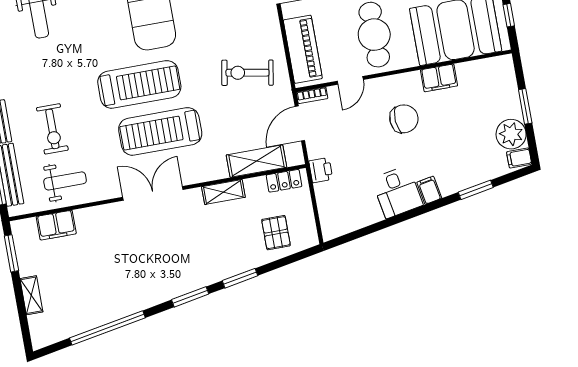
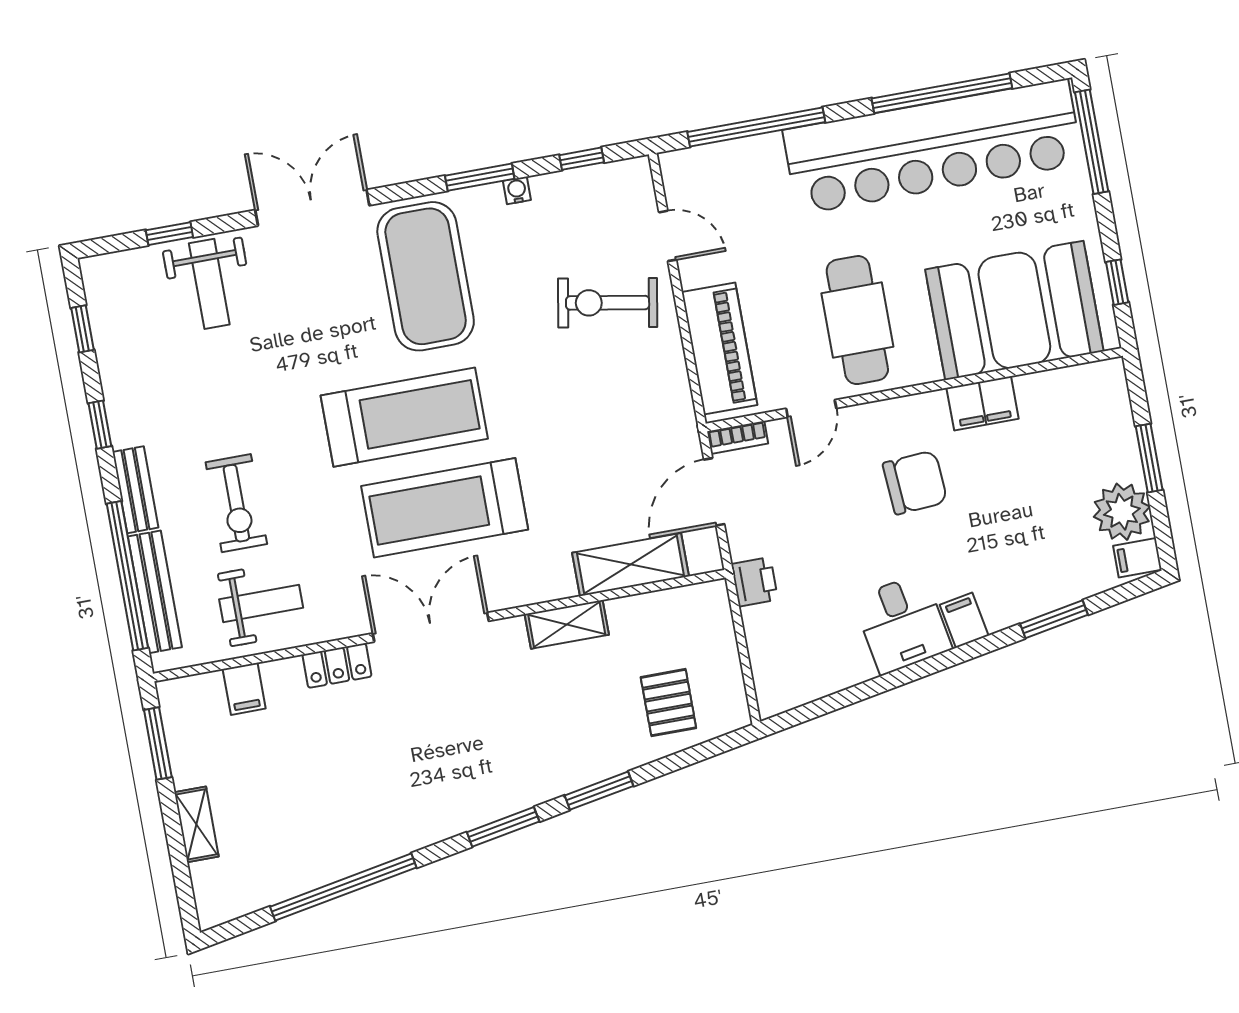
exercise bike: (247, 73) -> (608, 303), moved
locker: (284, 181) -> (337, 666), moved
filing cabinet: (56, 225) -> (244, 689), width x0.50

